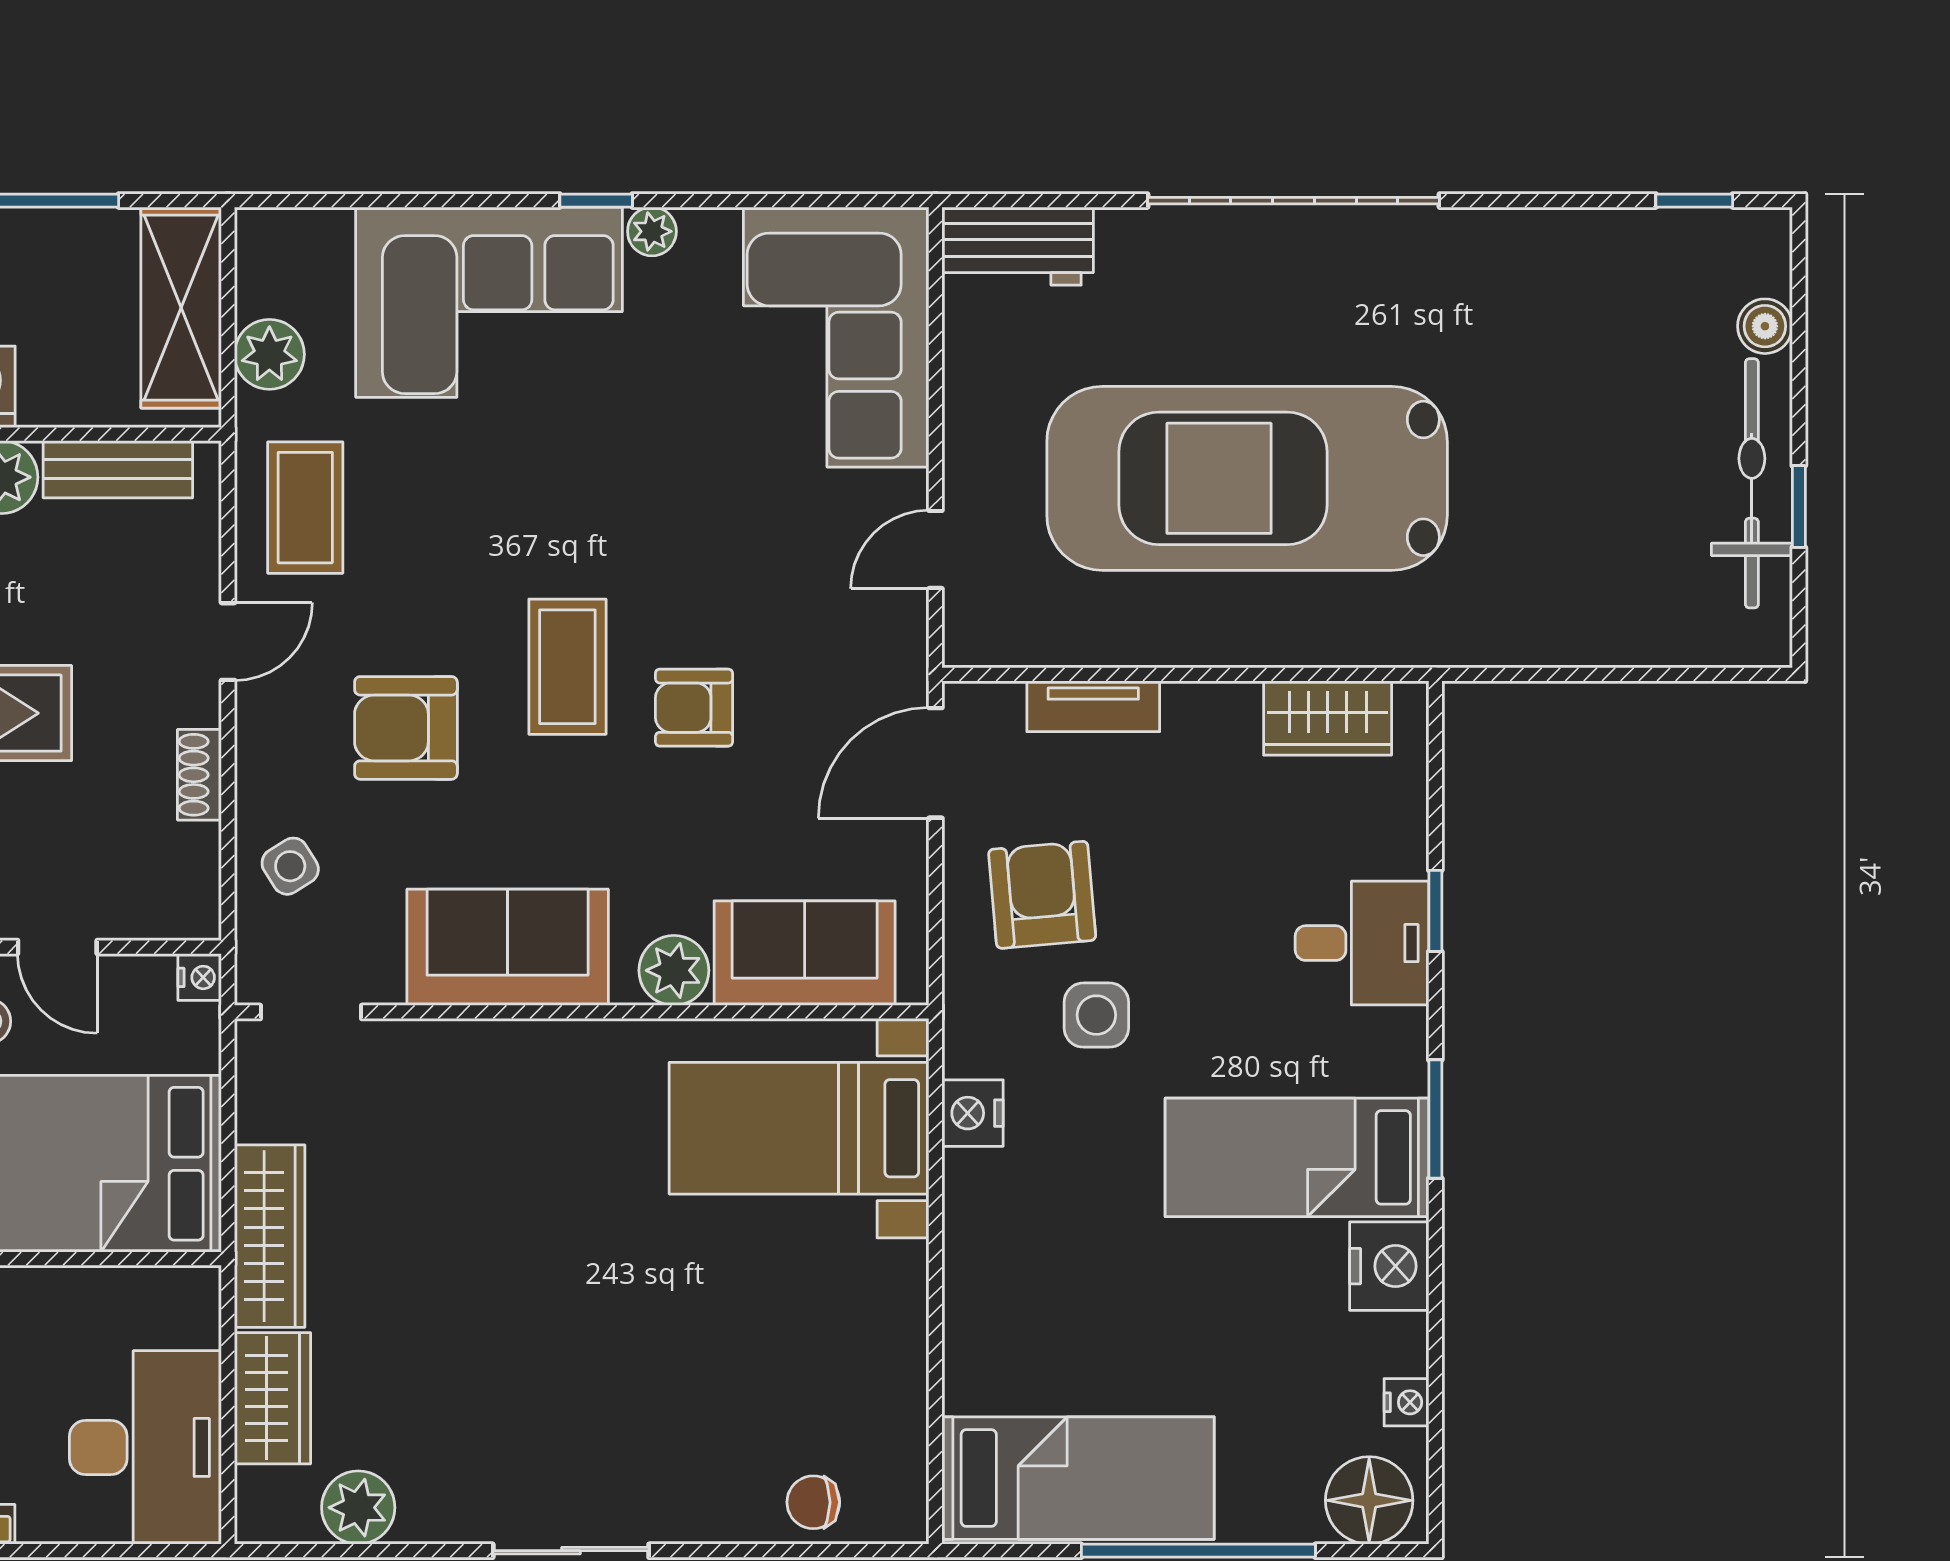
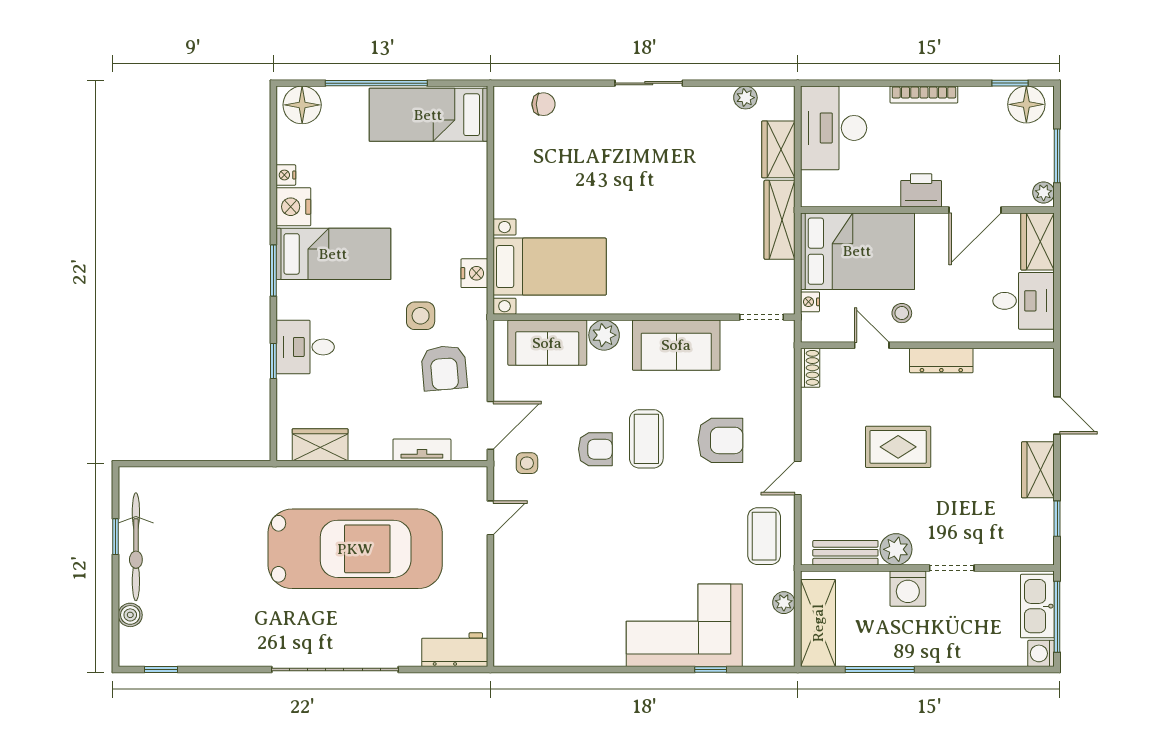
window: (596, 201) -> (711, 669), moved
plant: (652, 231) -> (614, 656), removed
corner sofa: (836, 337) -> (534, 610), removed
plant: (269, 354) -> (784, 603), width x0.73, depth x0.73
coffee table: (567, 667) -> (646, 439), moved
shoe rack: (199, 775) -> (810, 368), moved
side table: (290, 866) -> (527, 463), moved, turned 32
nightstand: (200, 977) -> (810, 302), moved
nightstand: (1406, 1402) -> (286, 175), moved
plant: (358, 1508) -> (745, 98), width x0.73, depth x0.73

